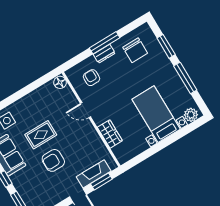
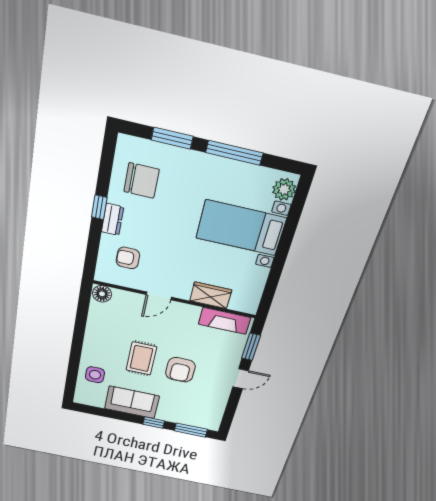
window: (105, 43) -> (99, 207), width x0.46
fireplace: (94, 174) -> (225, 321), moved, turned -90

